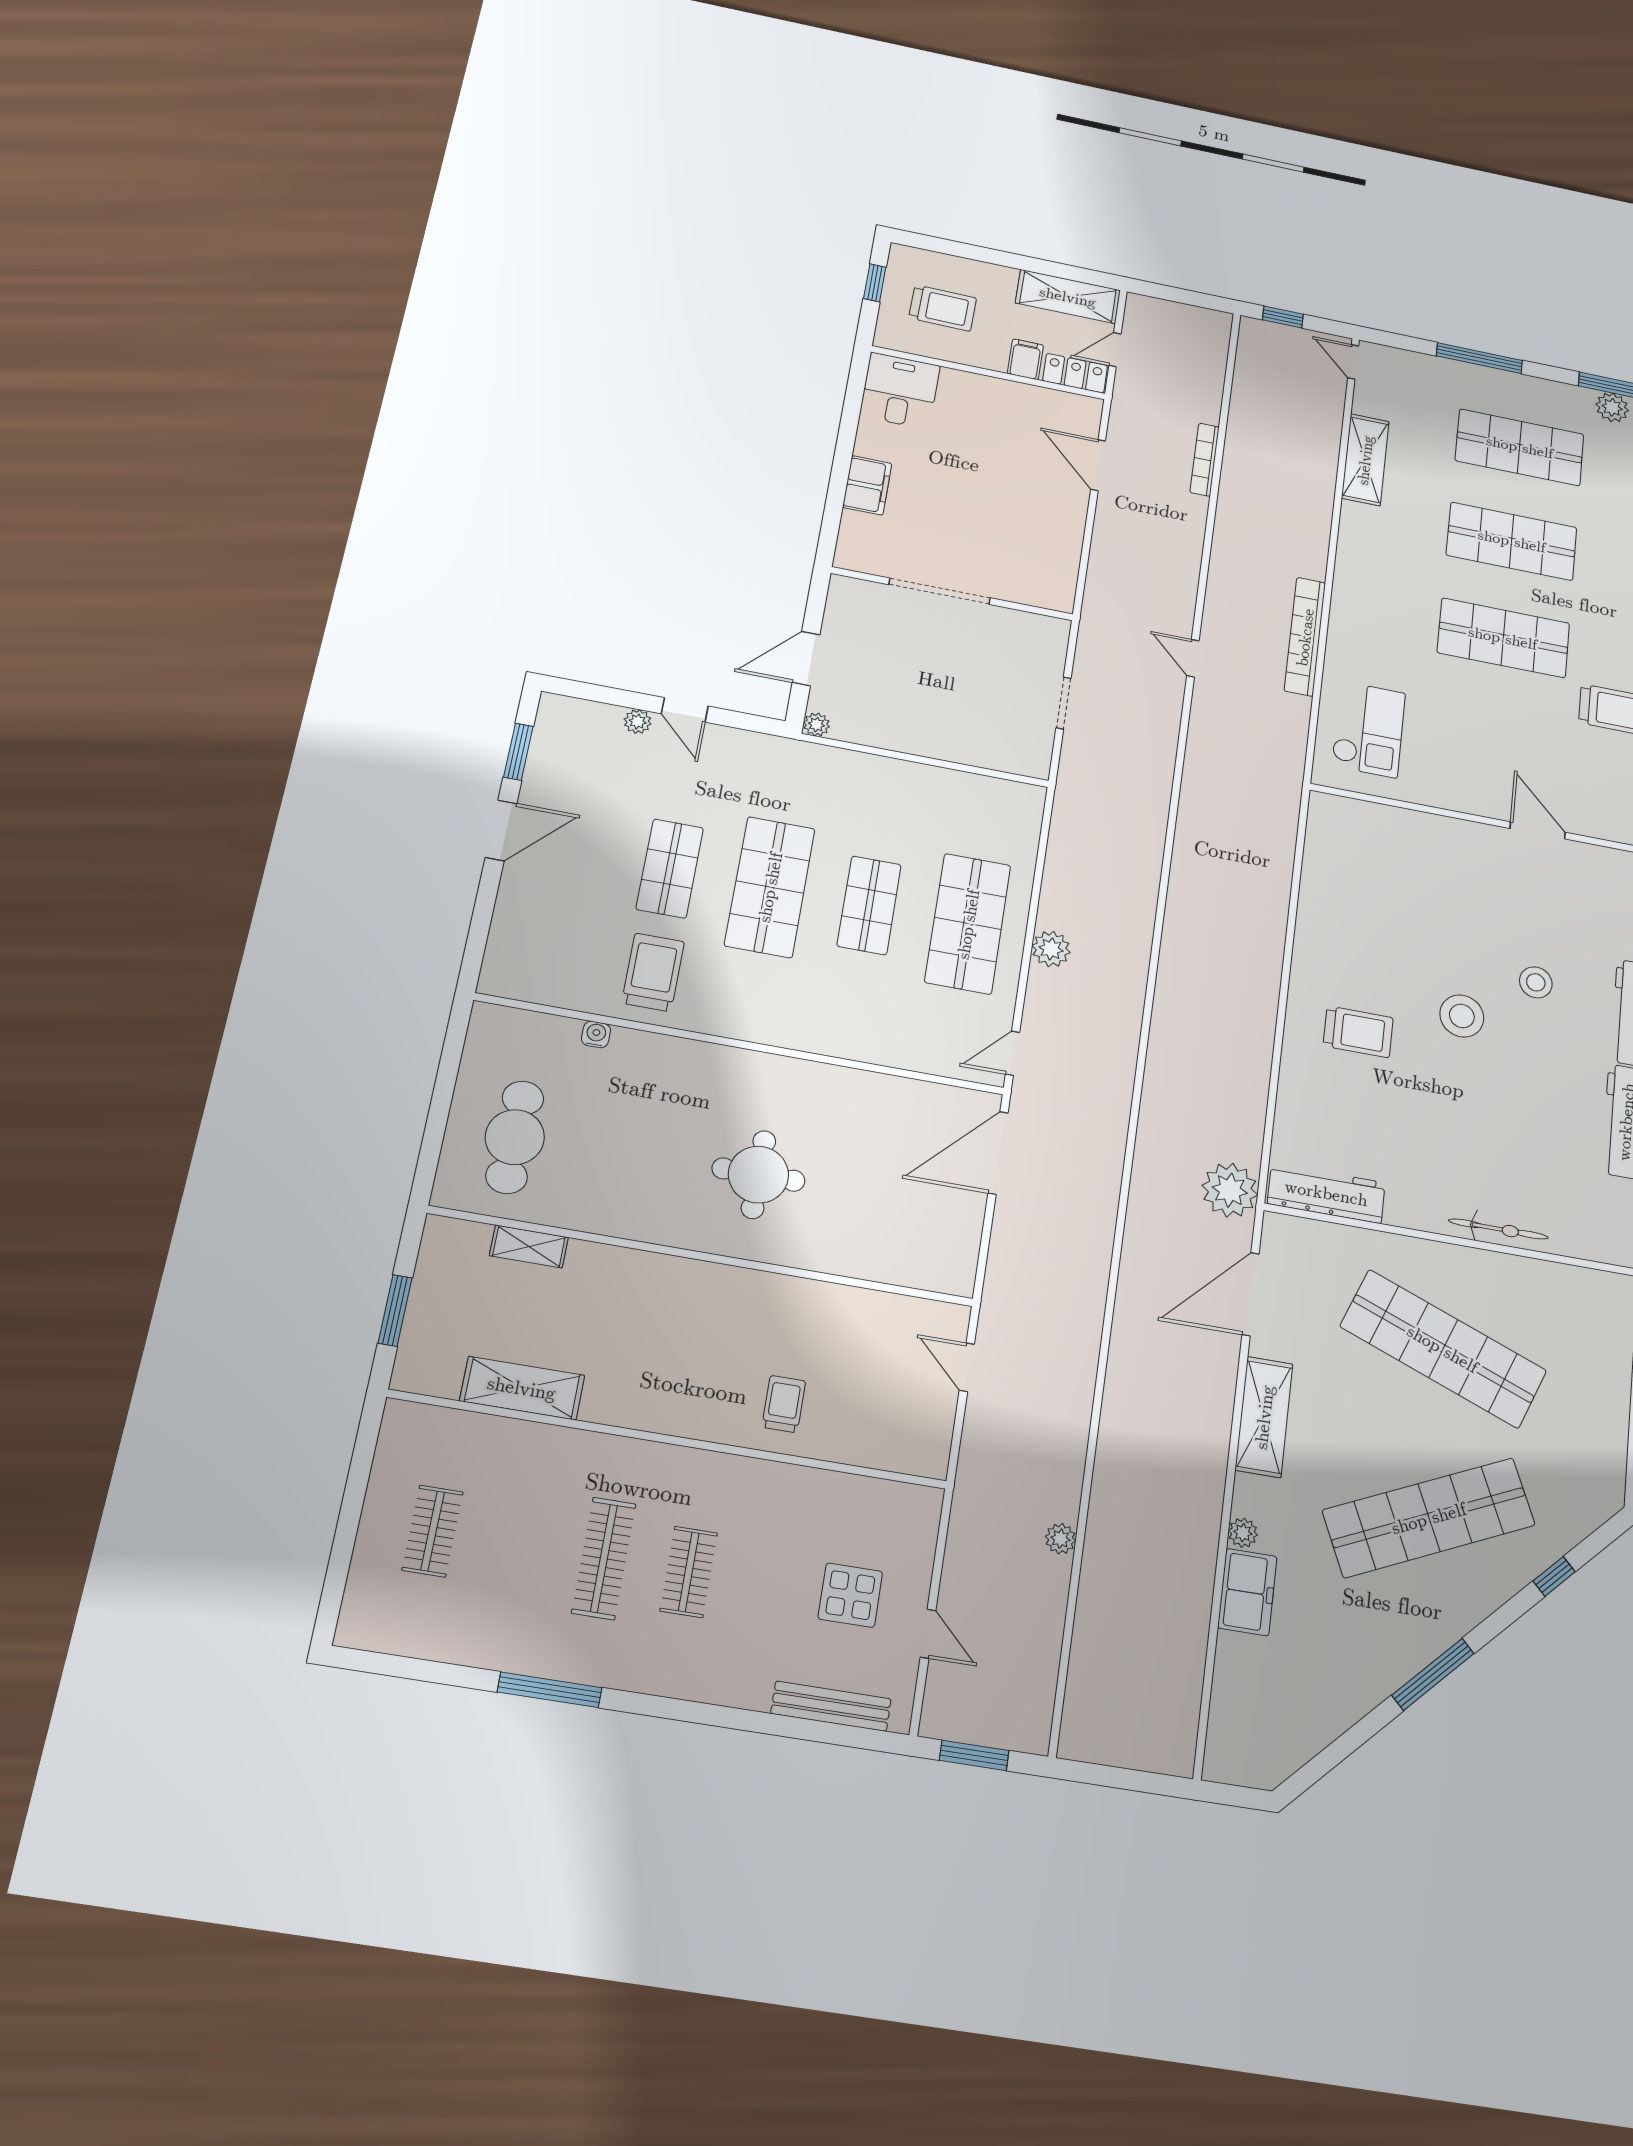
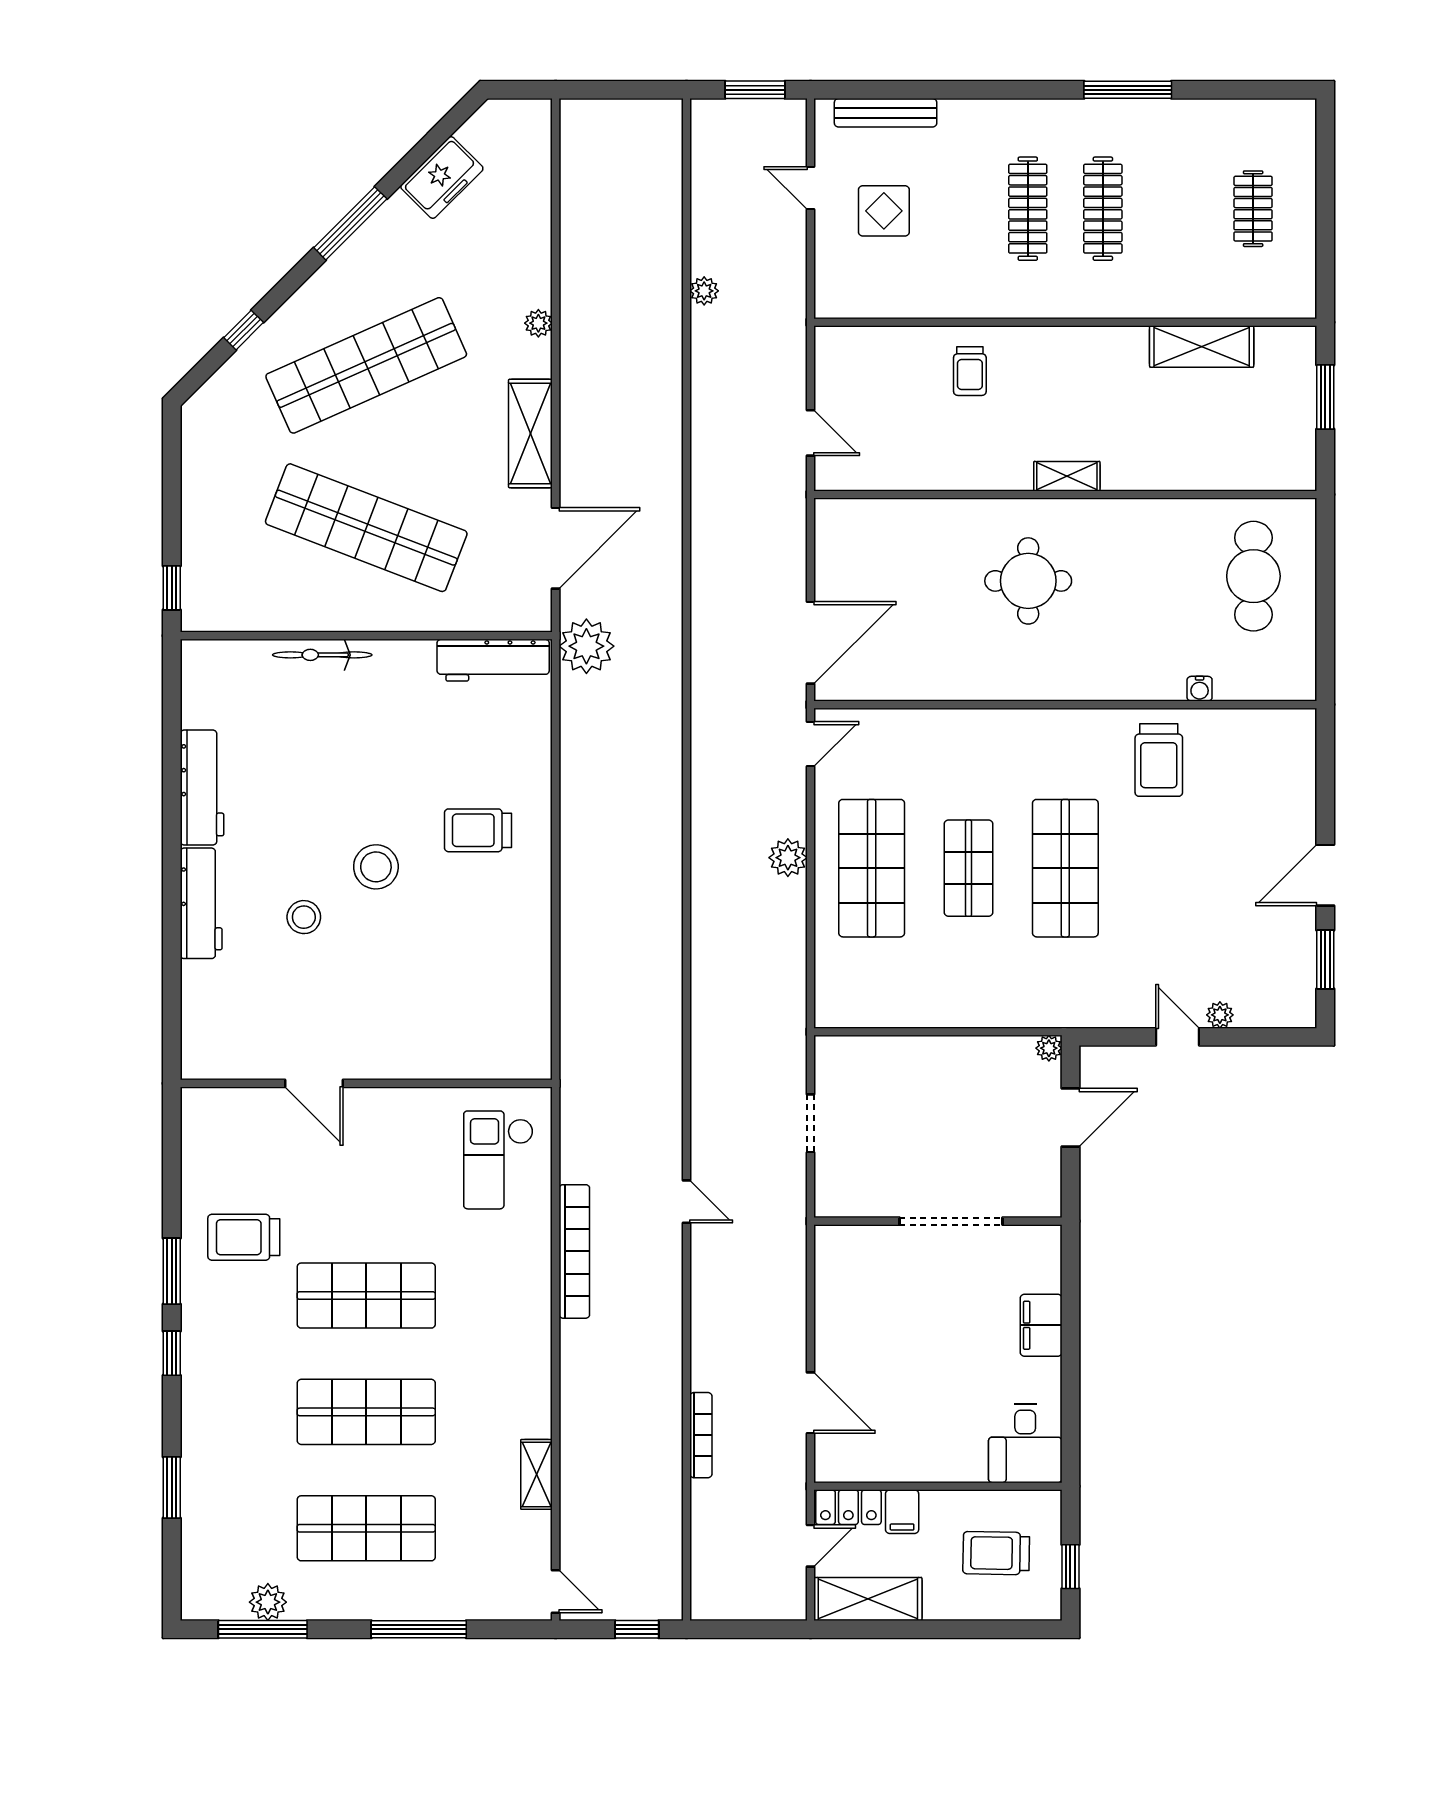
shelving: (1365, 460) -> (536, 1474), width x0.67, depth x0.75
shop shelf: (670, 868) -> (1162, 868), removed
shelving: (529, 1246) -> (1067, 476), moved
clothes rail: (689, 1572) -> (1028, 209), width x1.36
freezer: (1247, 1592) -> (442, 178), moved, turned -135

